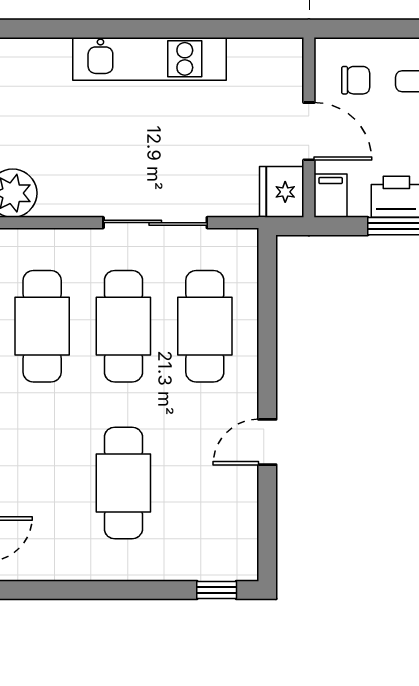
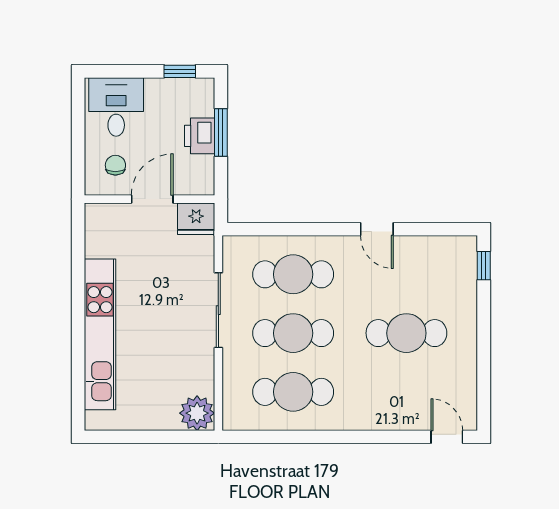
kitchen unit: (150, 59) -> (100, 334), width x1.36
filing cabinet: (331, 196) -> (199, 183), removed

